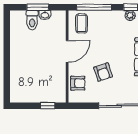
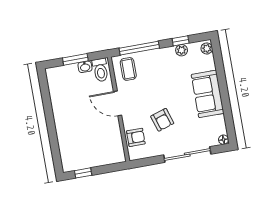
toilet: (32, 20) -> (100, 70), moved
door: (67, 51) -> (118, 103), swing flipped
window: (48, 106) -> (83, 173), moved

